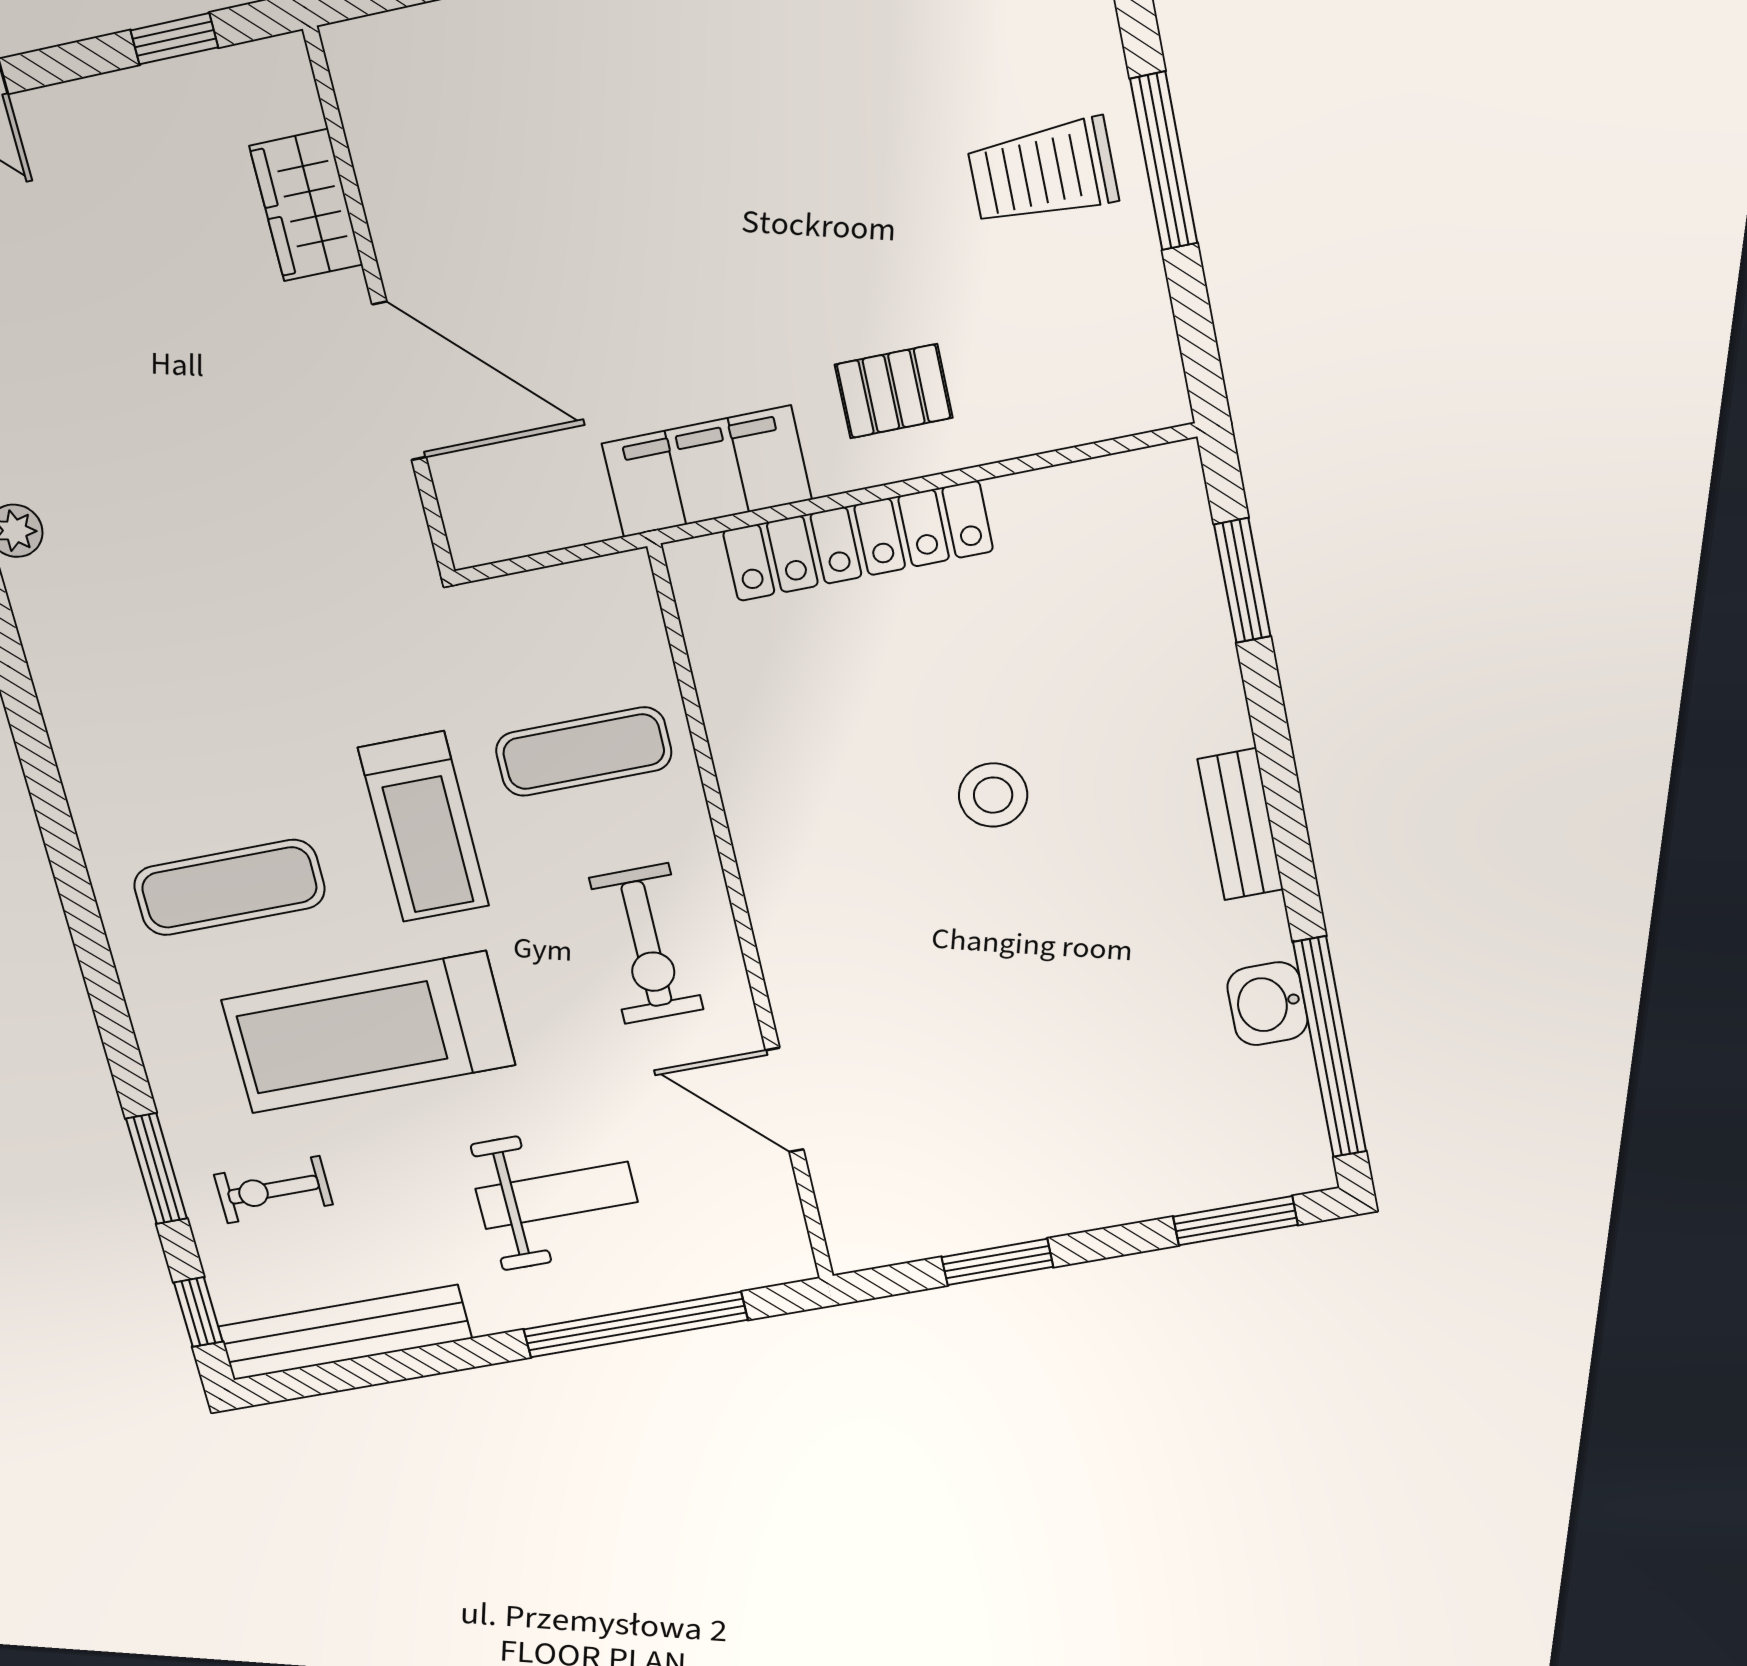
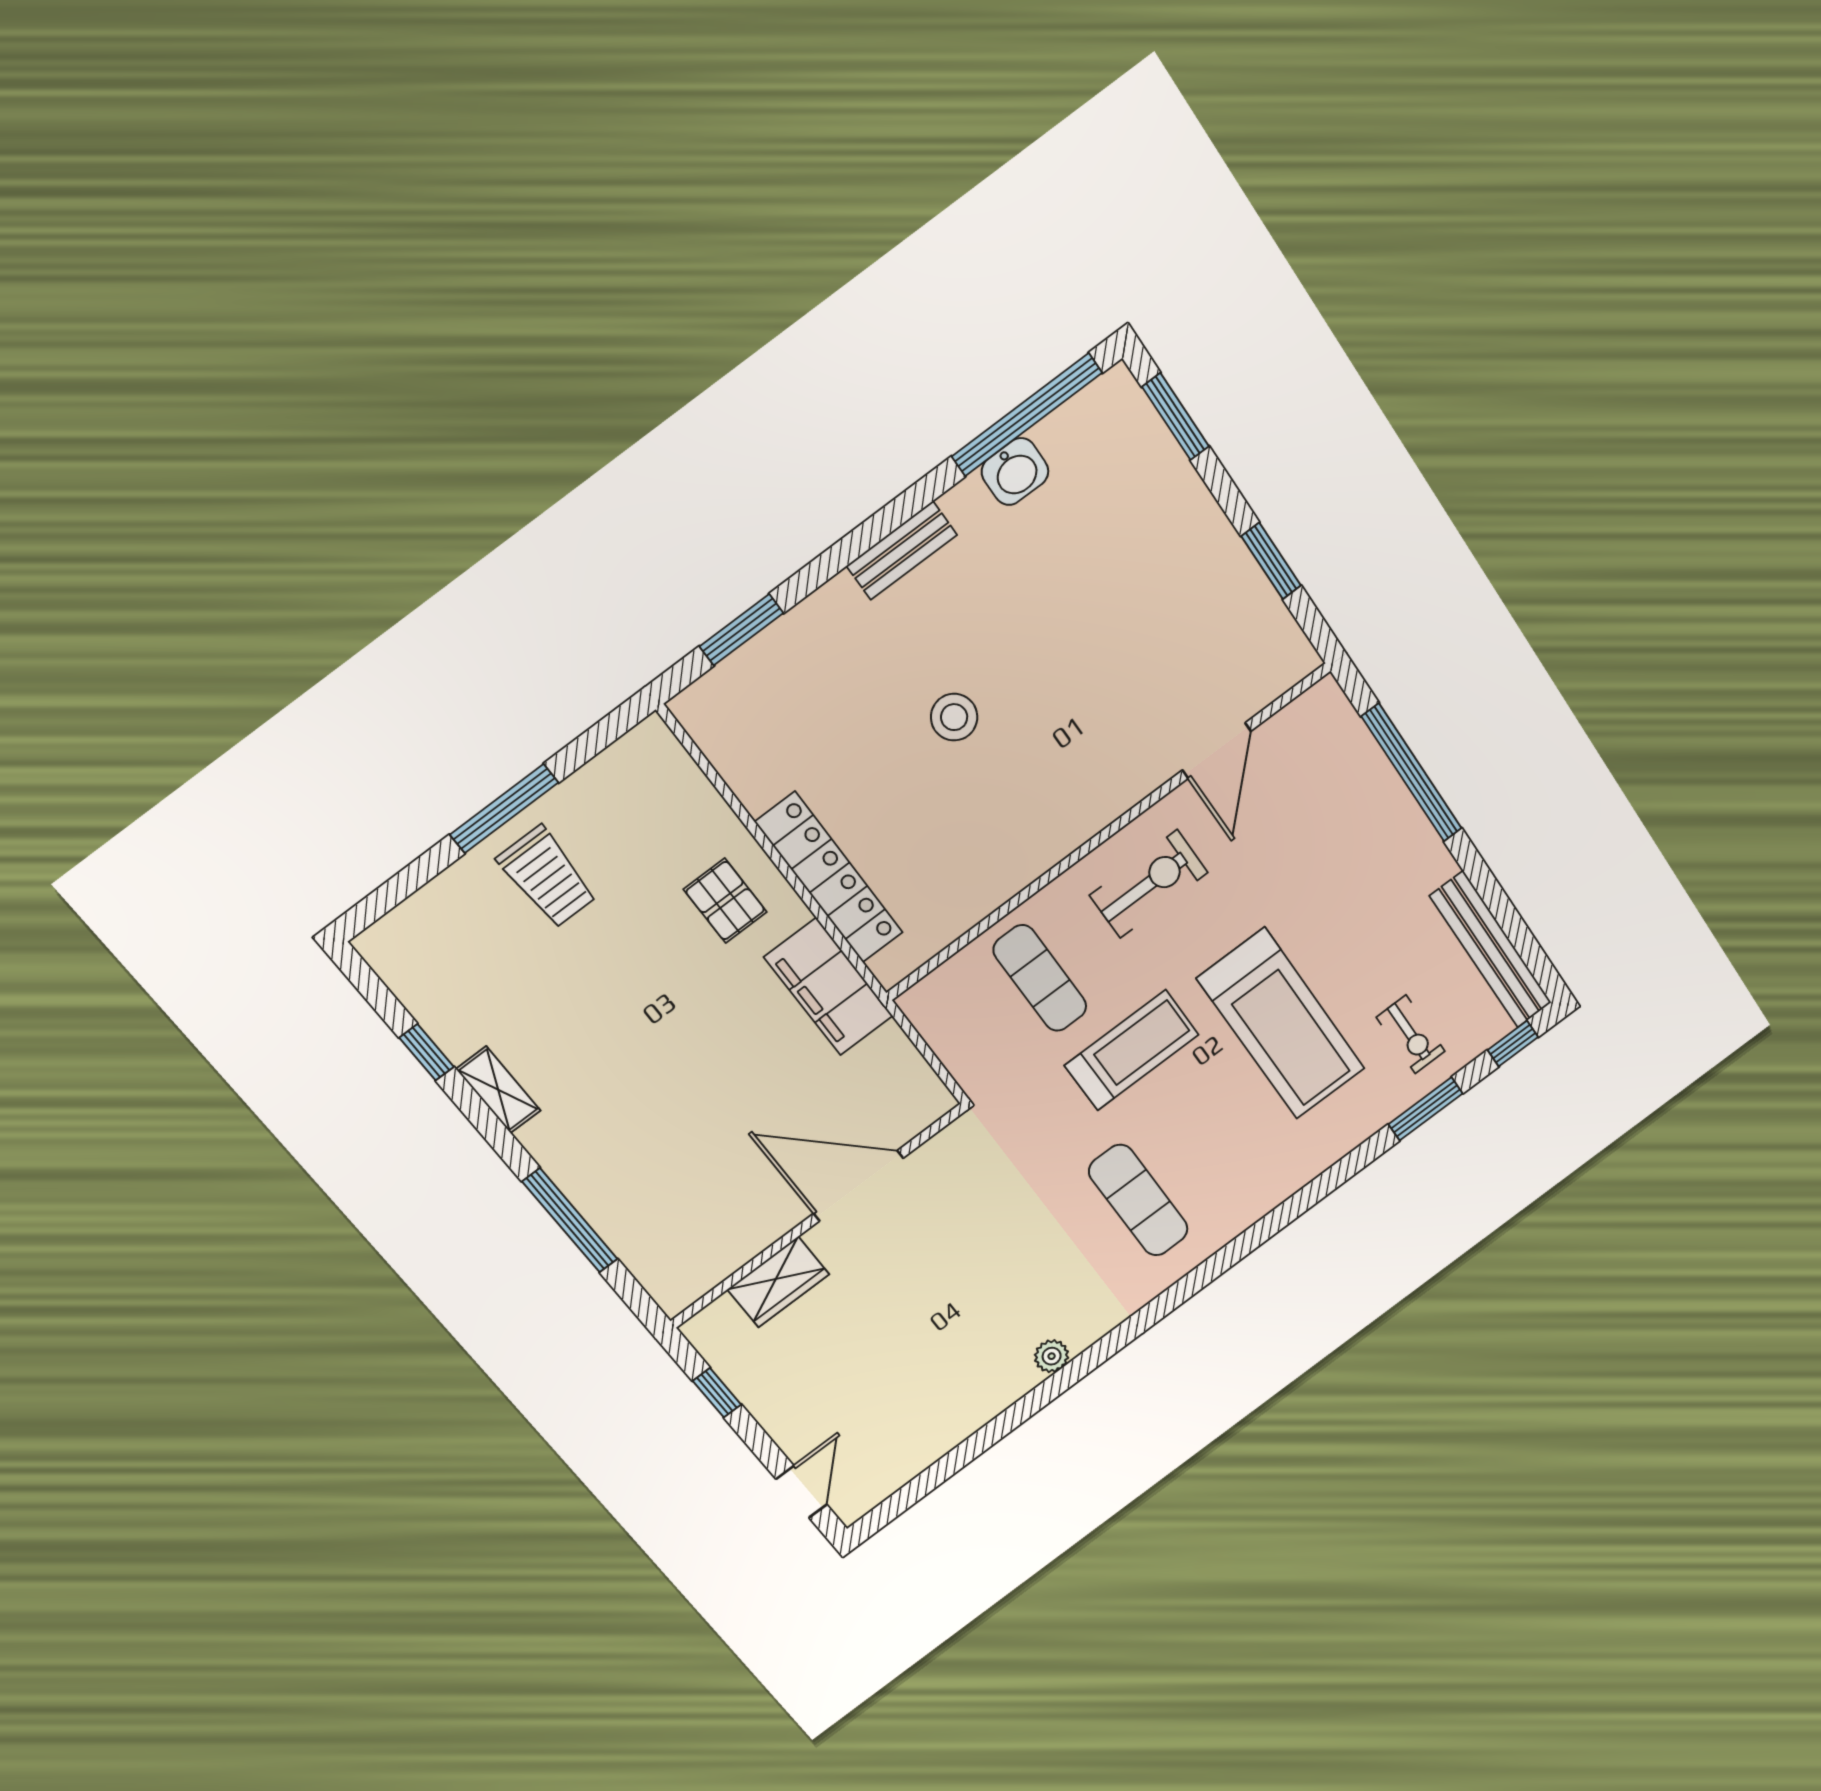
door: (399, 381) -> (858, 1186), hinge flipped
exercise mat: (229, 888) -> (1138, 1200), moved
weight bench: (557, 1195) -> (1342, 862), removed

